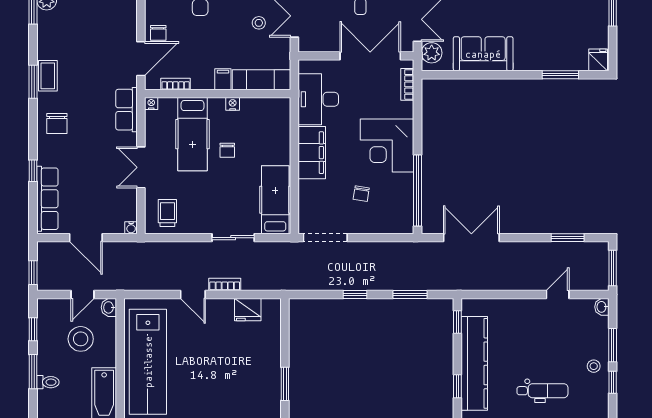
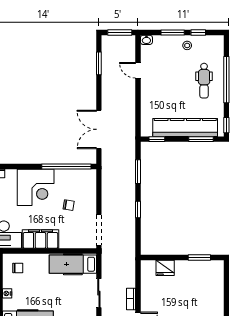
chair: (227, 150) -> (18, 268), moved
fridge: (248, 310) -> (165, 268), moved, turned 90
window: (457, 386) -> (201, 139), width x1.50
dental chair: (542, 391) -> (204, 81), turned 180

